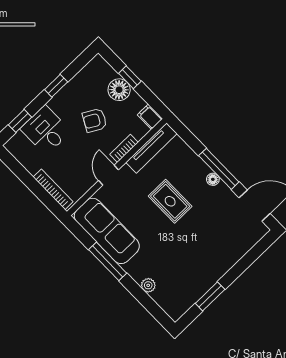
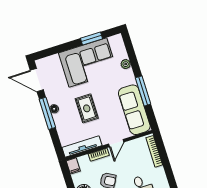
corner sofa: (199, 263) -> (88, 62), added

